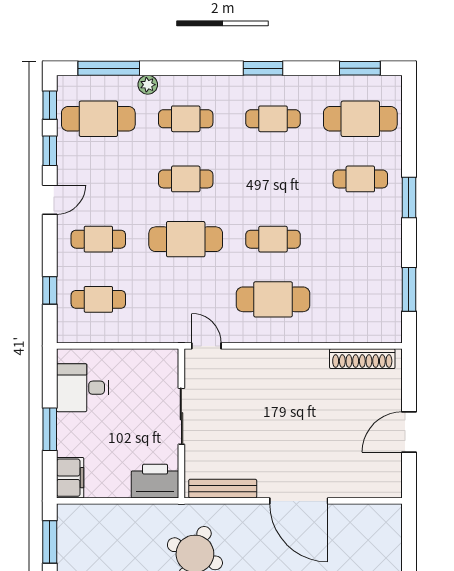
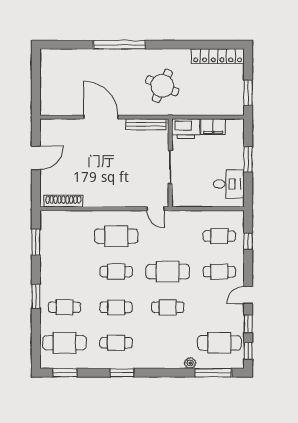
cafe table: (186, 119) -> (116, 307), moved
filing cabinet: (70, 478) -> (213, 127), moved, turned -90

